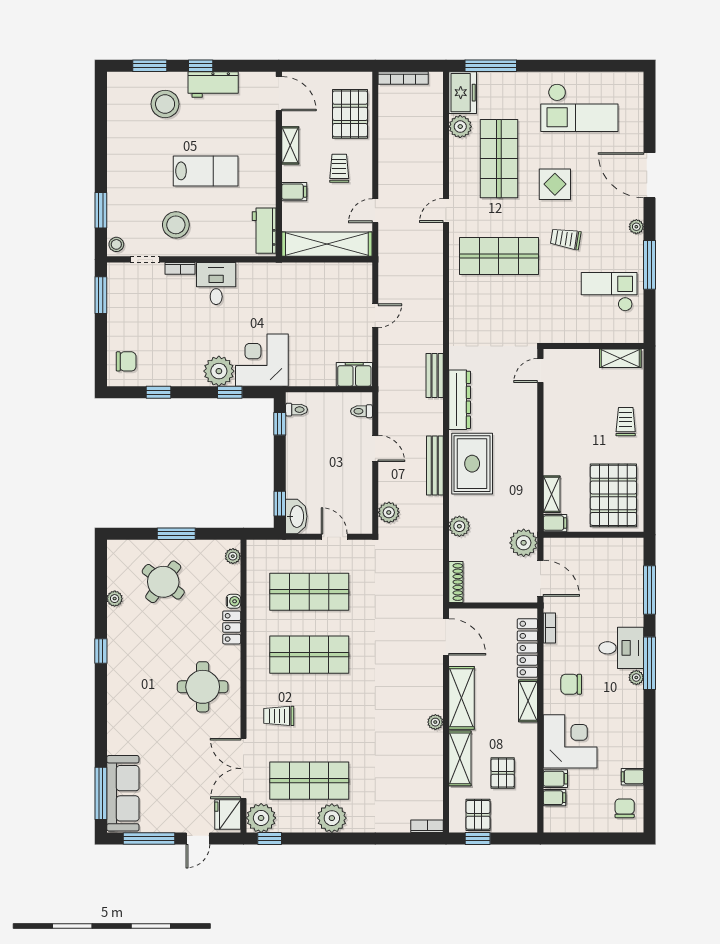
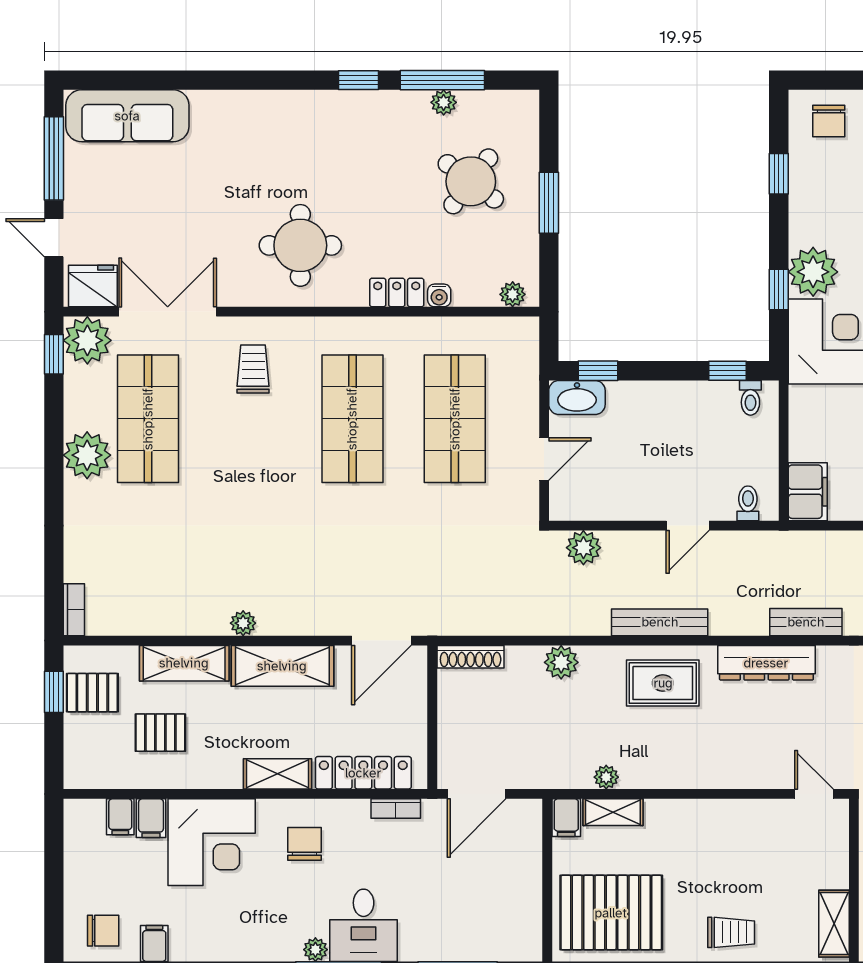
rug: (472, 464) -> (663, 683), width x0.73, depth x0.70
plant: (524, 543) -> (606, 777), moved, width x0.53, depth x0.53
window: (101, 793) -> (442, 80), moved

